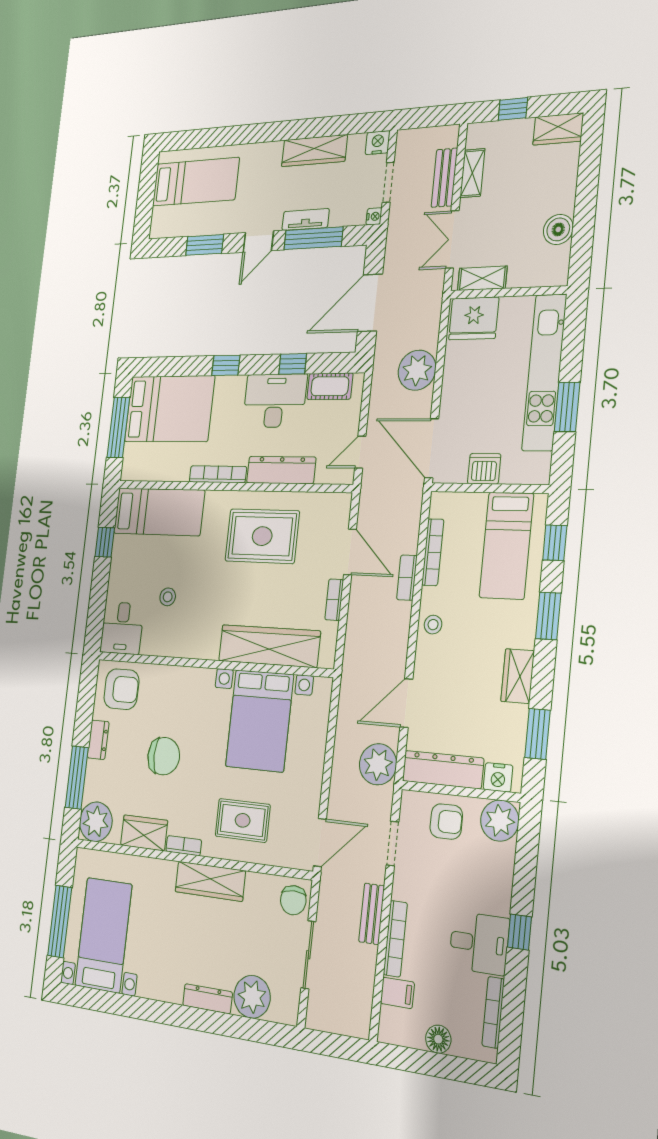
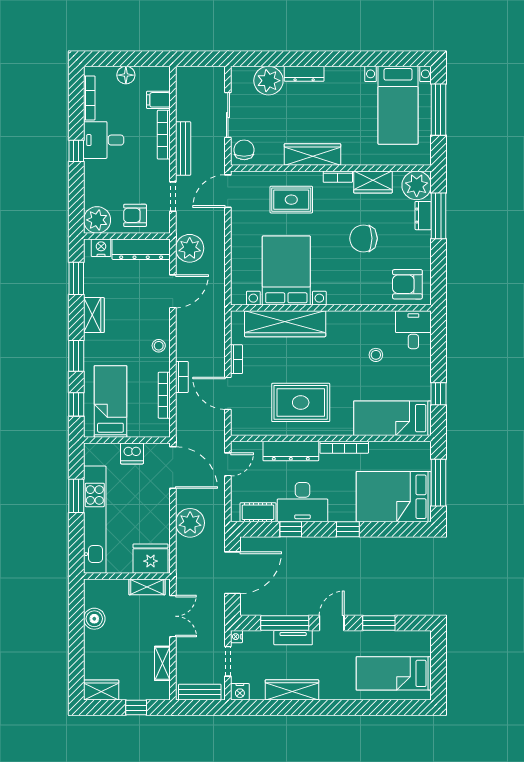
bench: (444, 178) -> (200, 692), moved, turned 90
dresser: (98, 740) -> (423, 216), moved
bench: (372, 914) -> (183, 148), width x1.36

